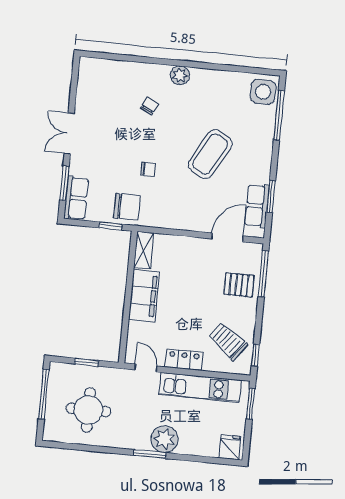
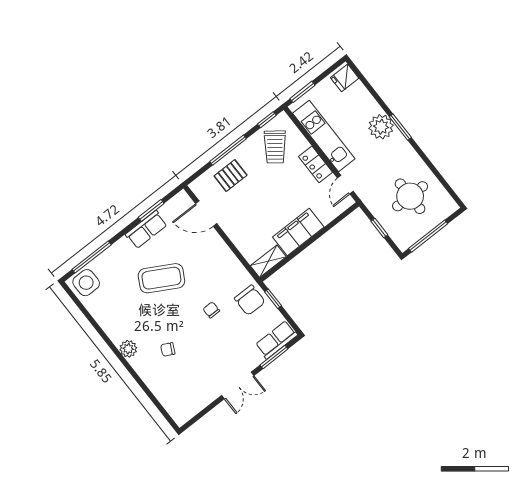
row of seats: (257, 206) -> (146, 230), moved
chair: (127, 207) -> (250, 300), turned 180
window: (263, 274) -> (228, 150), moved
pallet: (239, 285) -> (231, 176), turned 90

